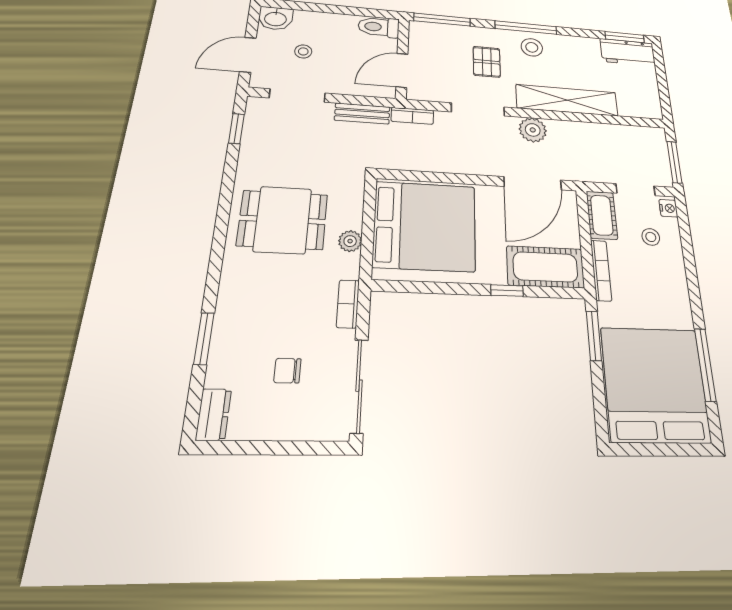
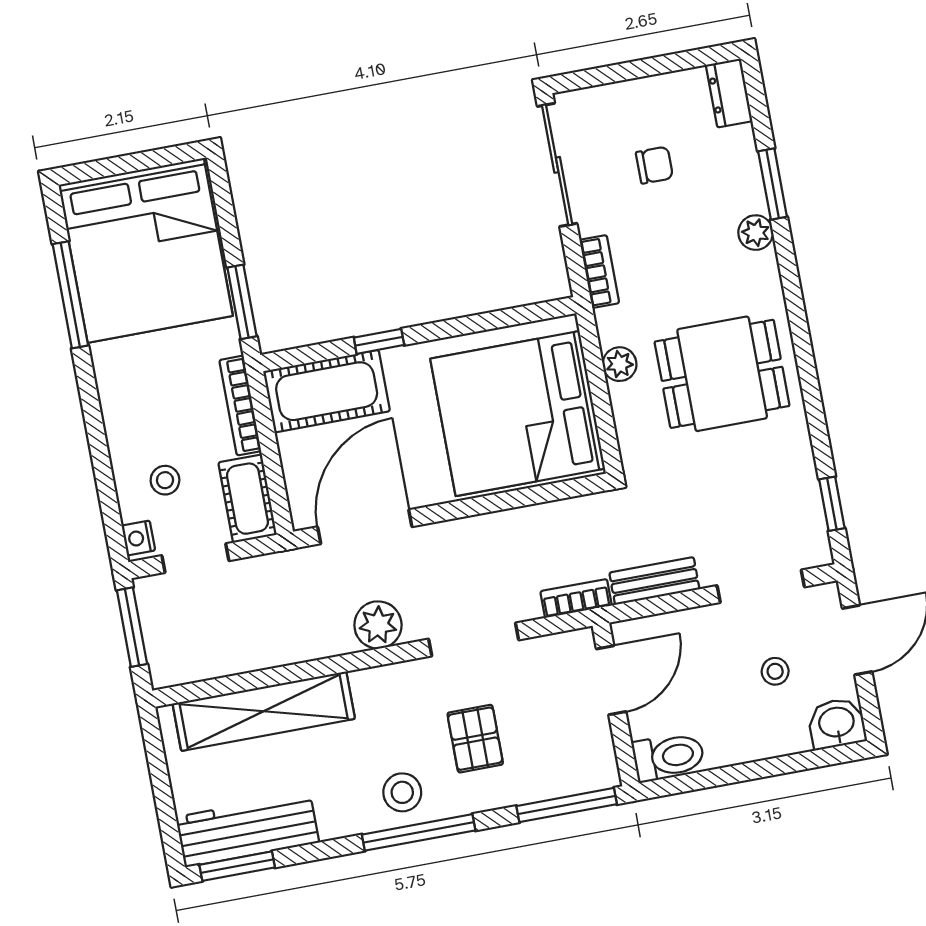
workbench: (628, 52) -> (247, 830), width x1.37
shelving: (567, 100) -> (264, 711), moved
plant: (228, 307) -> (756, 233), added

